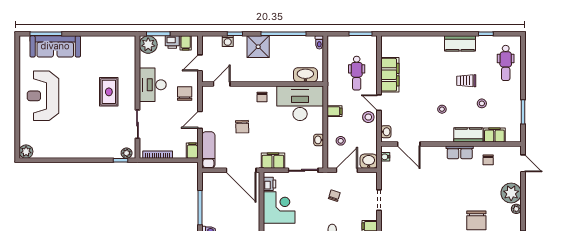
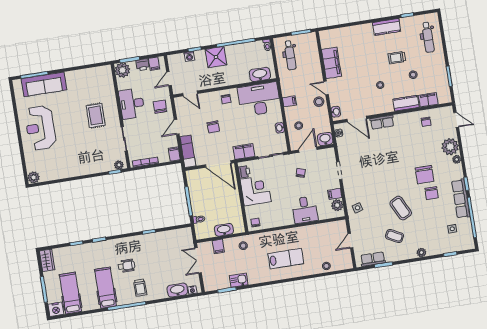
dental chair: (357, 73) -> (290, 55), moved
door: (222, 84) -> (190, 93), swing flipped
row of seats: (460, 152) -> (382, 122), moved

